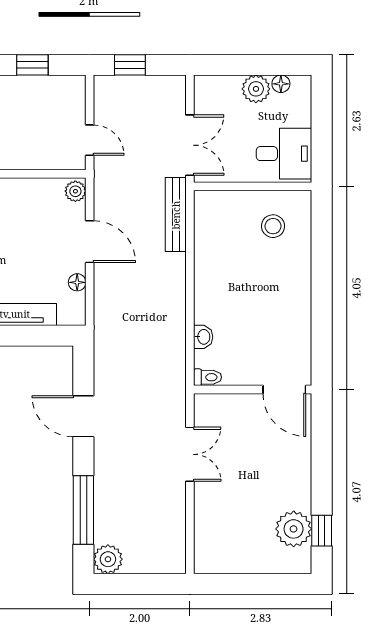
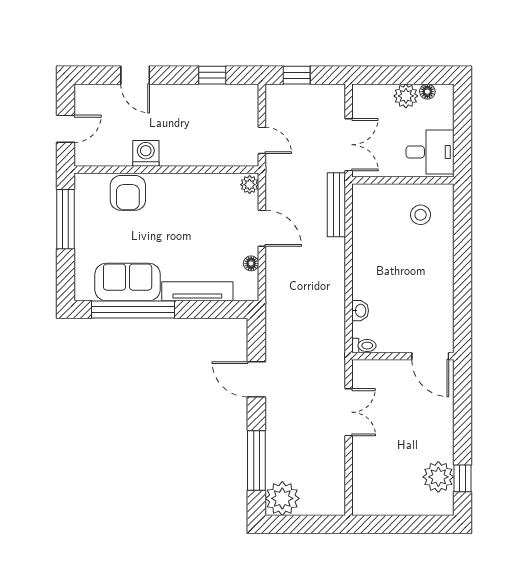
plant: (108, 559) -> (282, 498), width x1.36, depth x1.36

